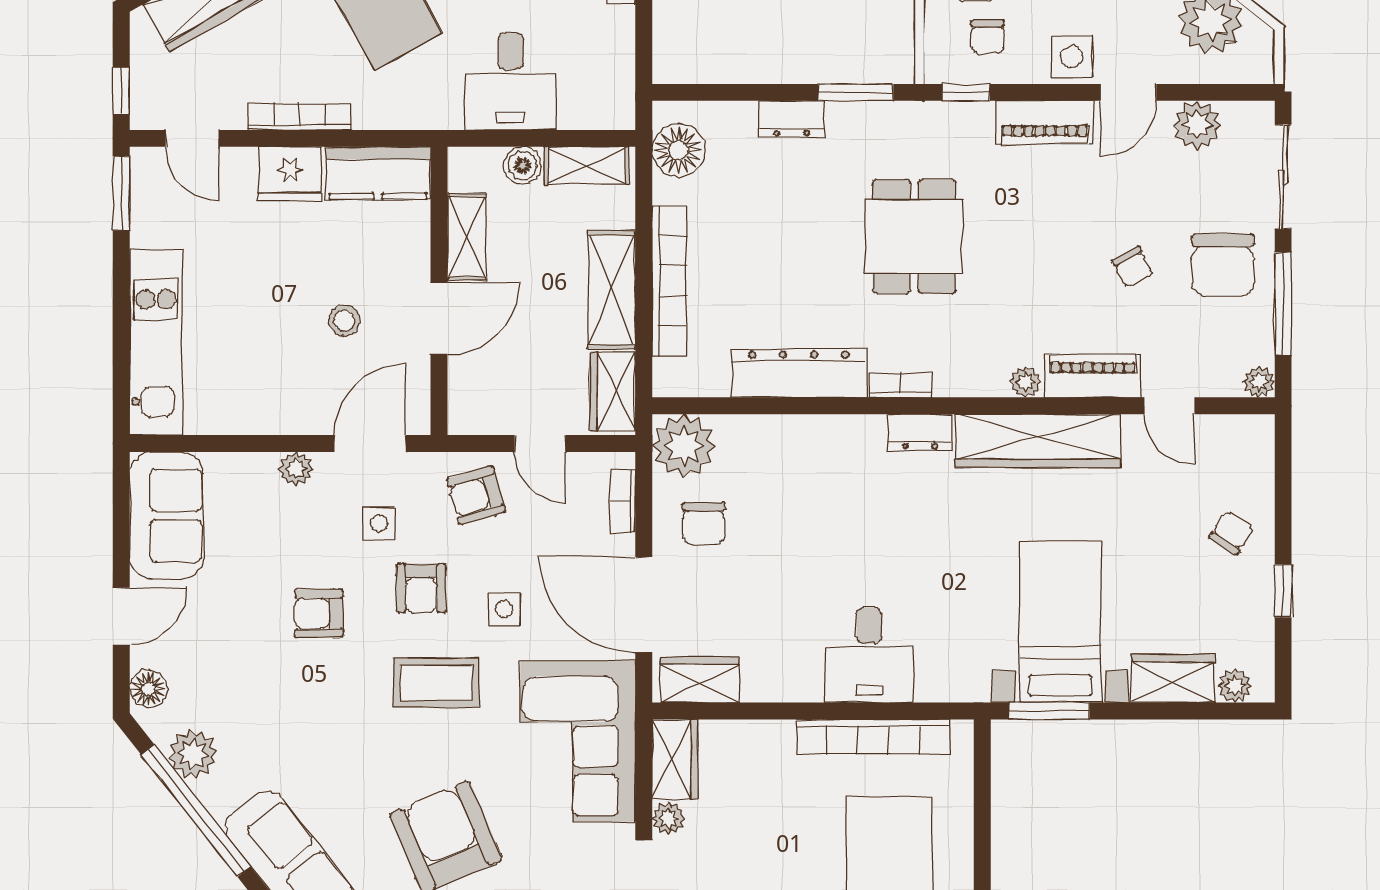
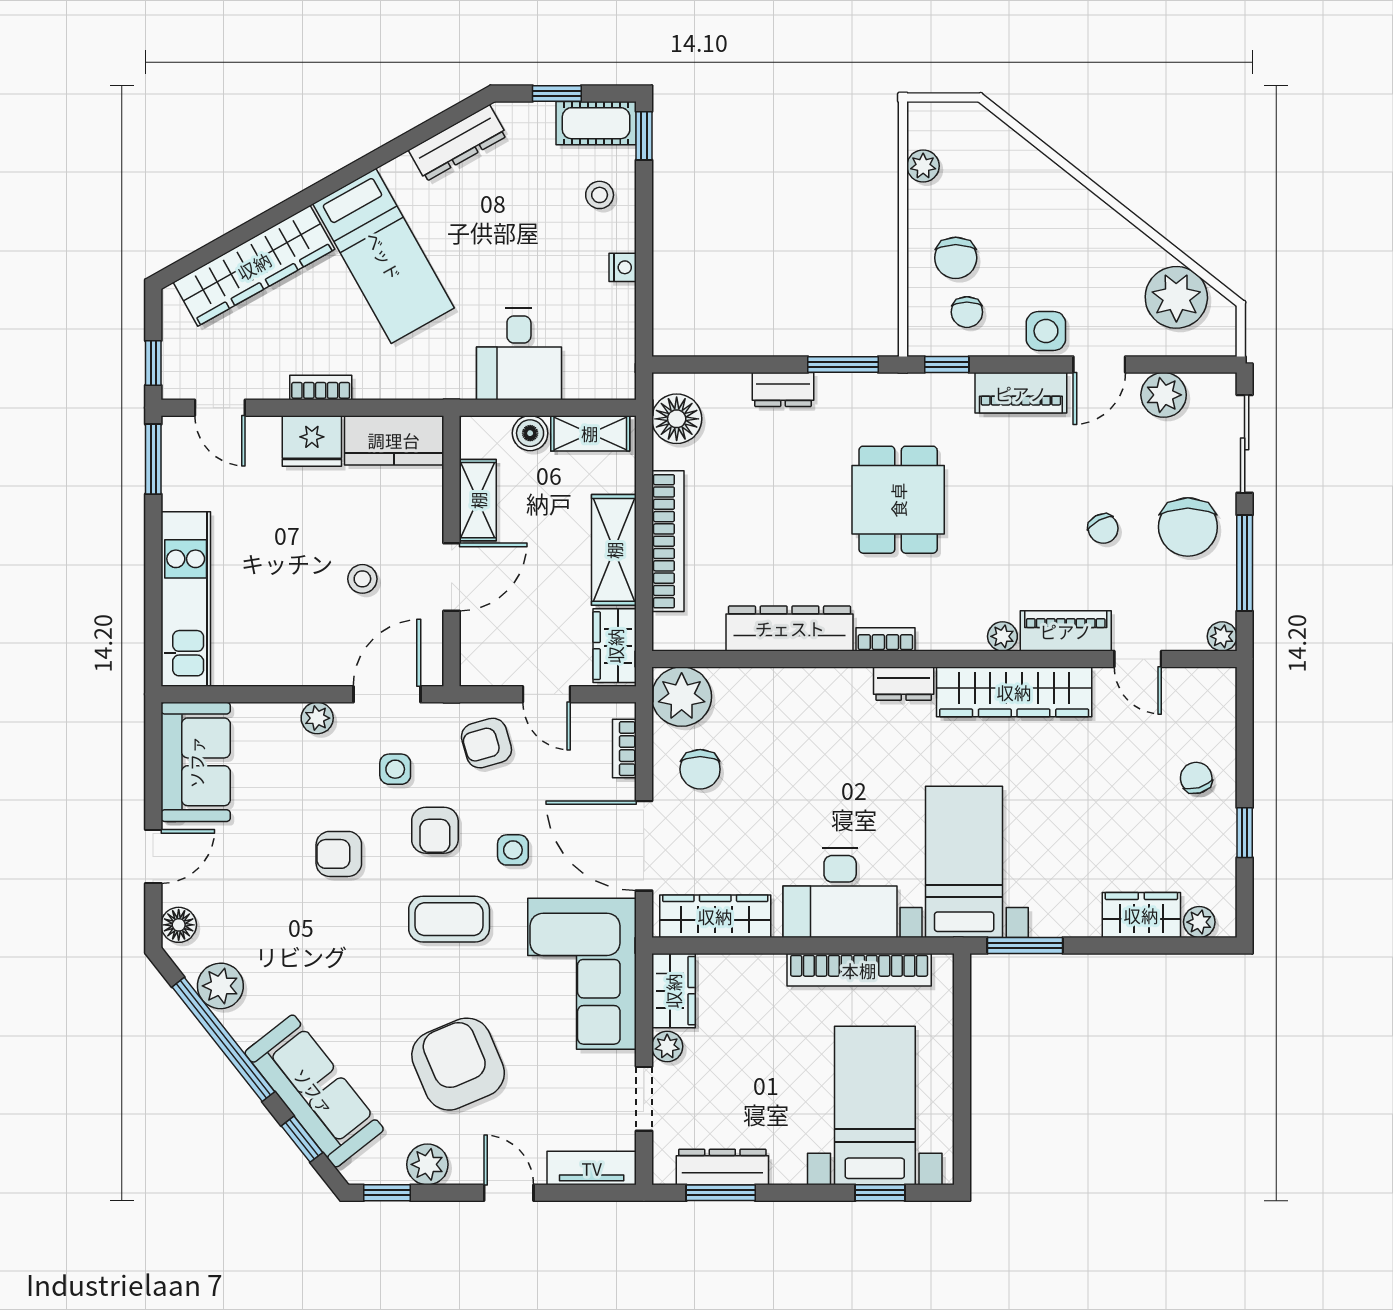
bookcase: (300, 117) -> (321, 387), width x0.64
chair: (1232, 532) -> (1196, 778), turned -49
bed with nightstands: (1060, 622) -> (964, 862), moved
desk: (869, 655) -> (840, 893), width x1.37
wardrobe: (700, 680) -> (715, 916), width x1.50

